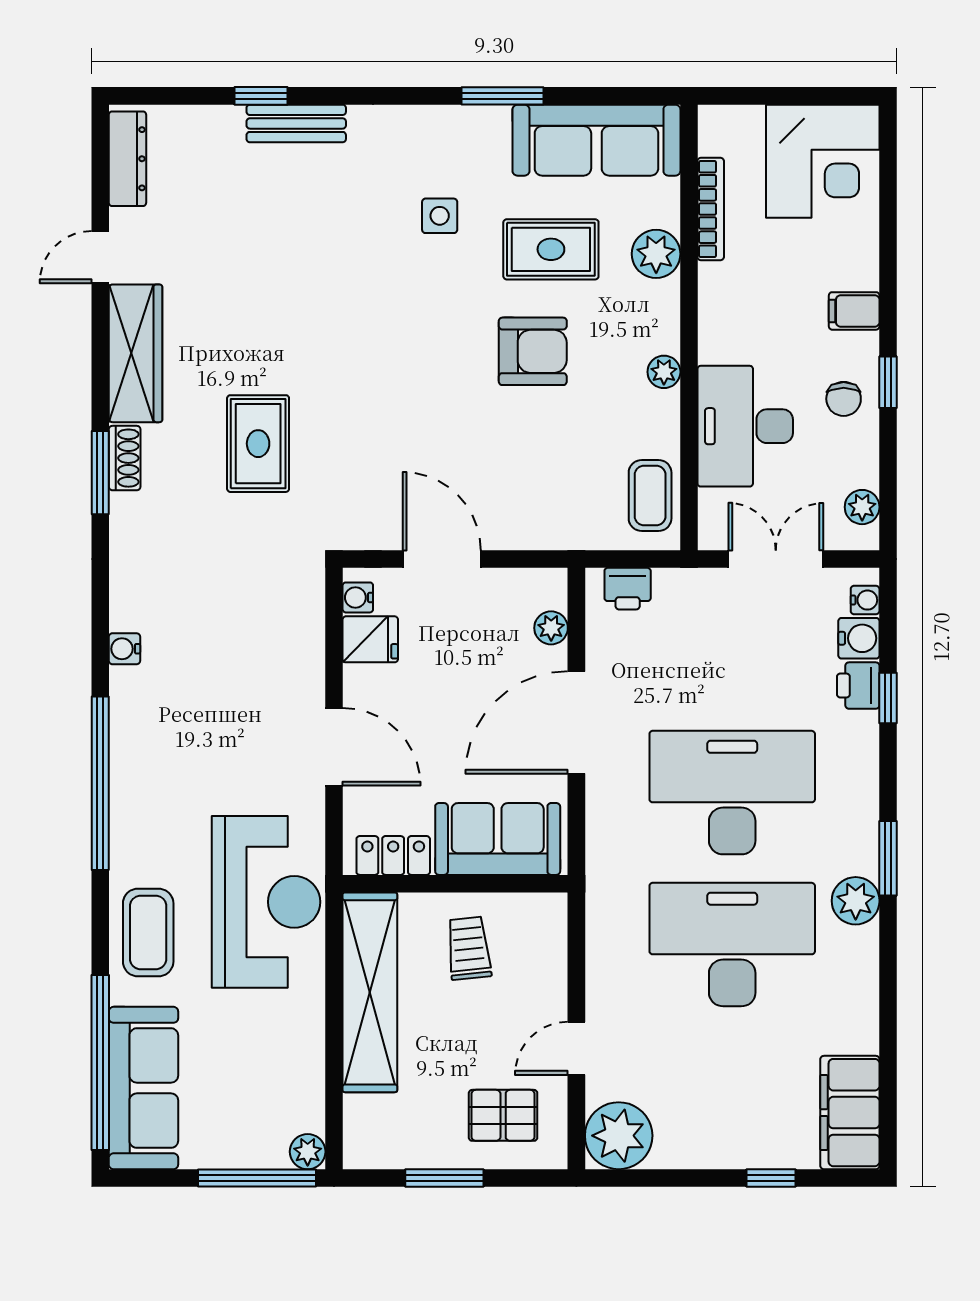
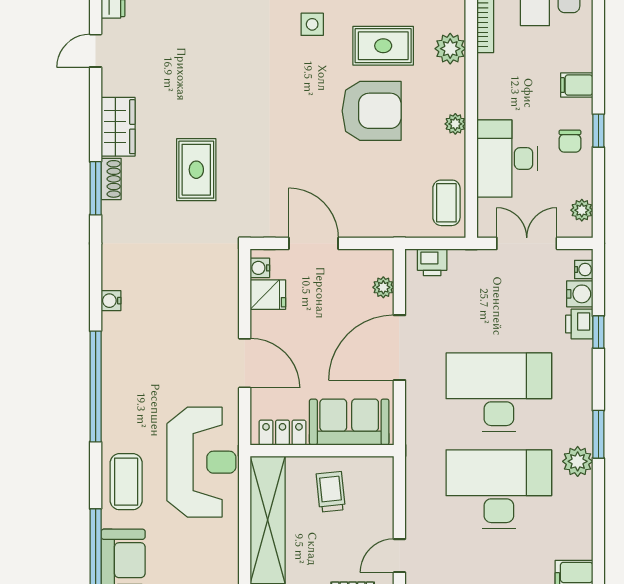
armchair: (533, 351) -> (372, 111), width x1.36, depth x1.36
wardrobe: (136, 353) -> (118, 127), width x0.67

